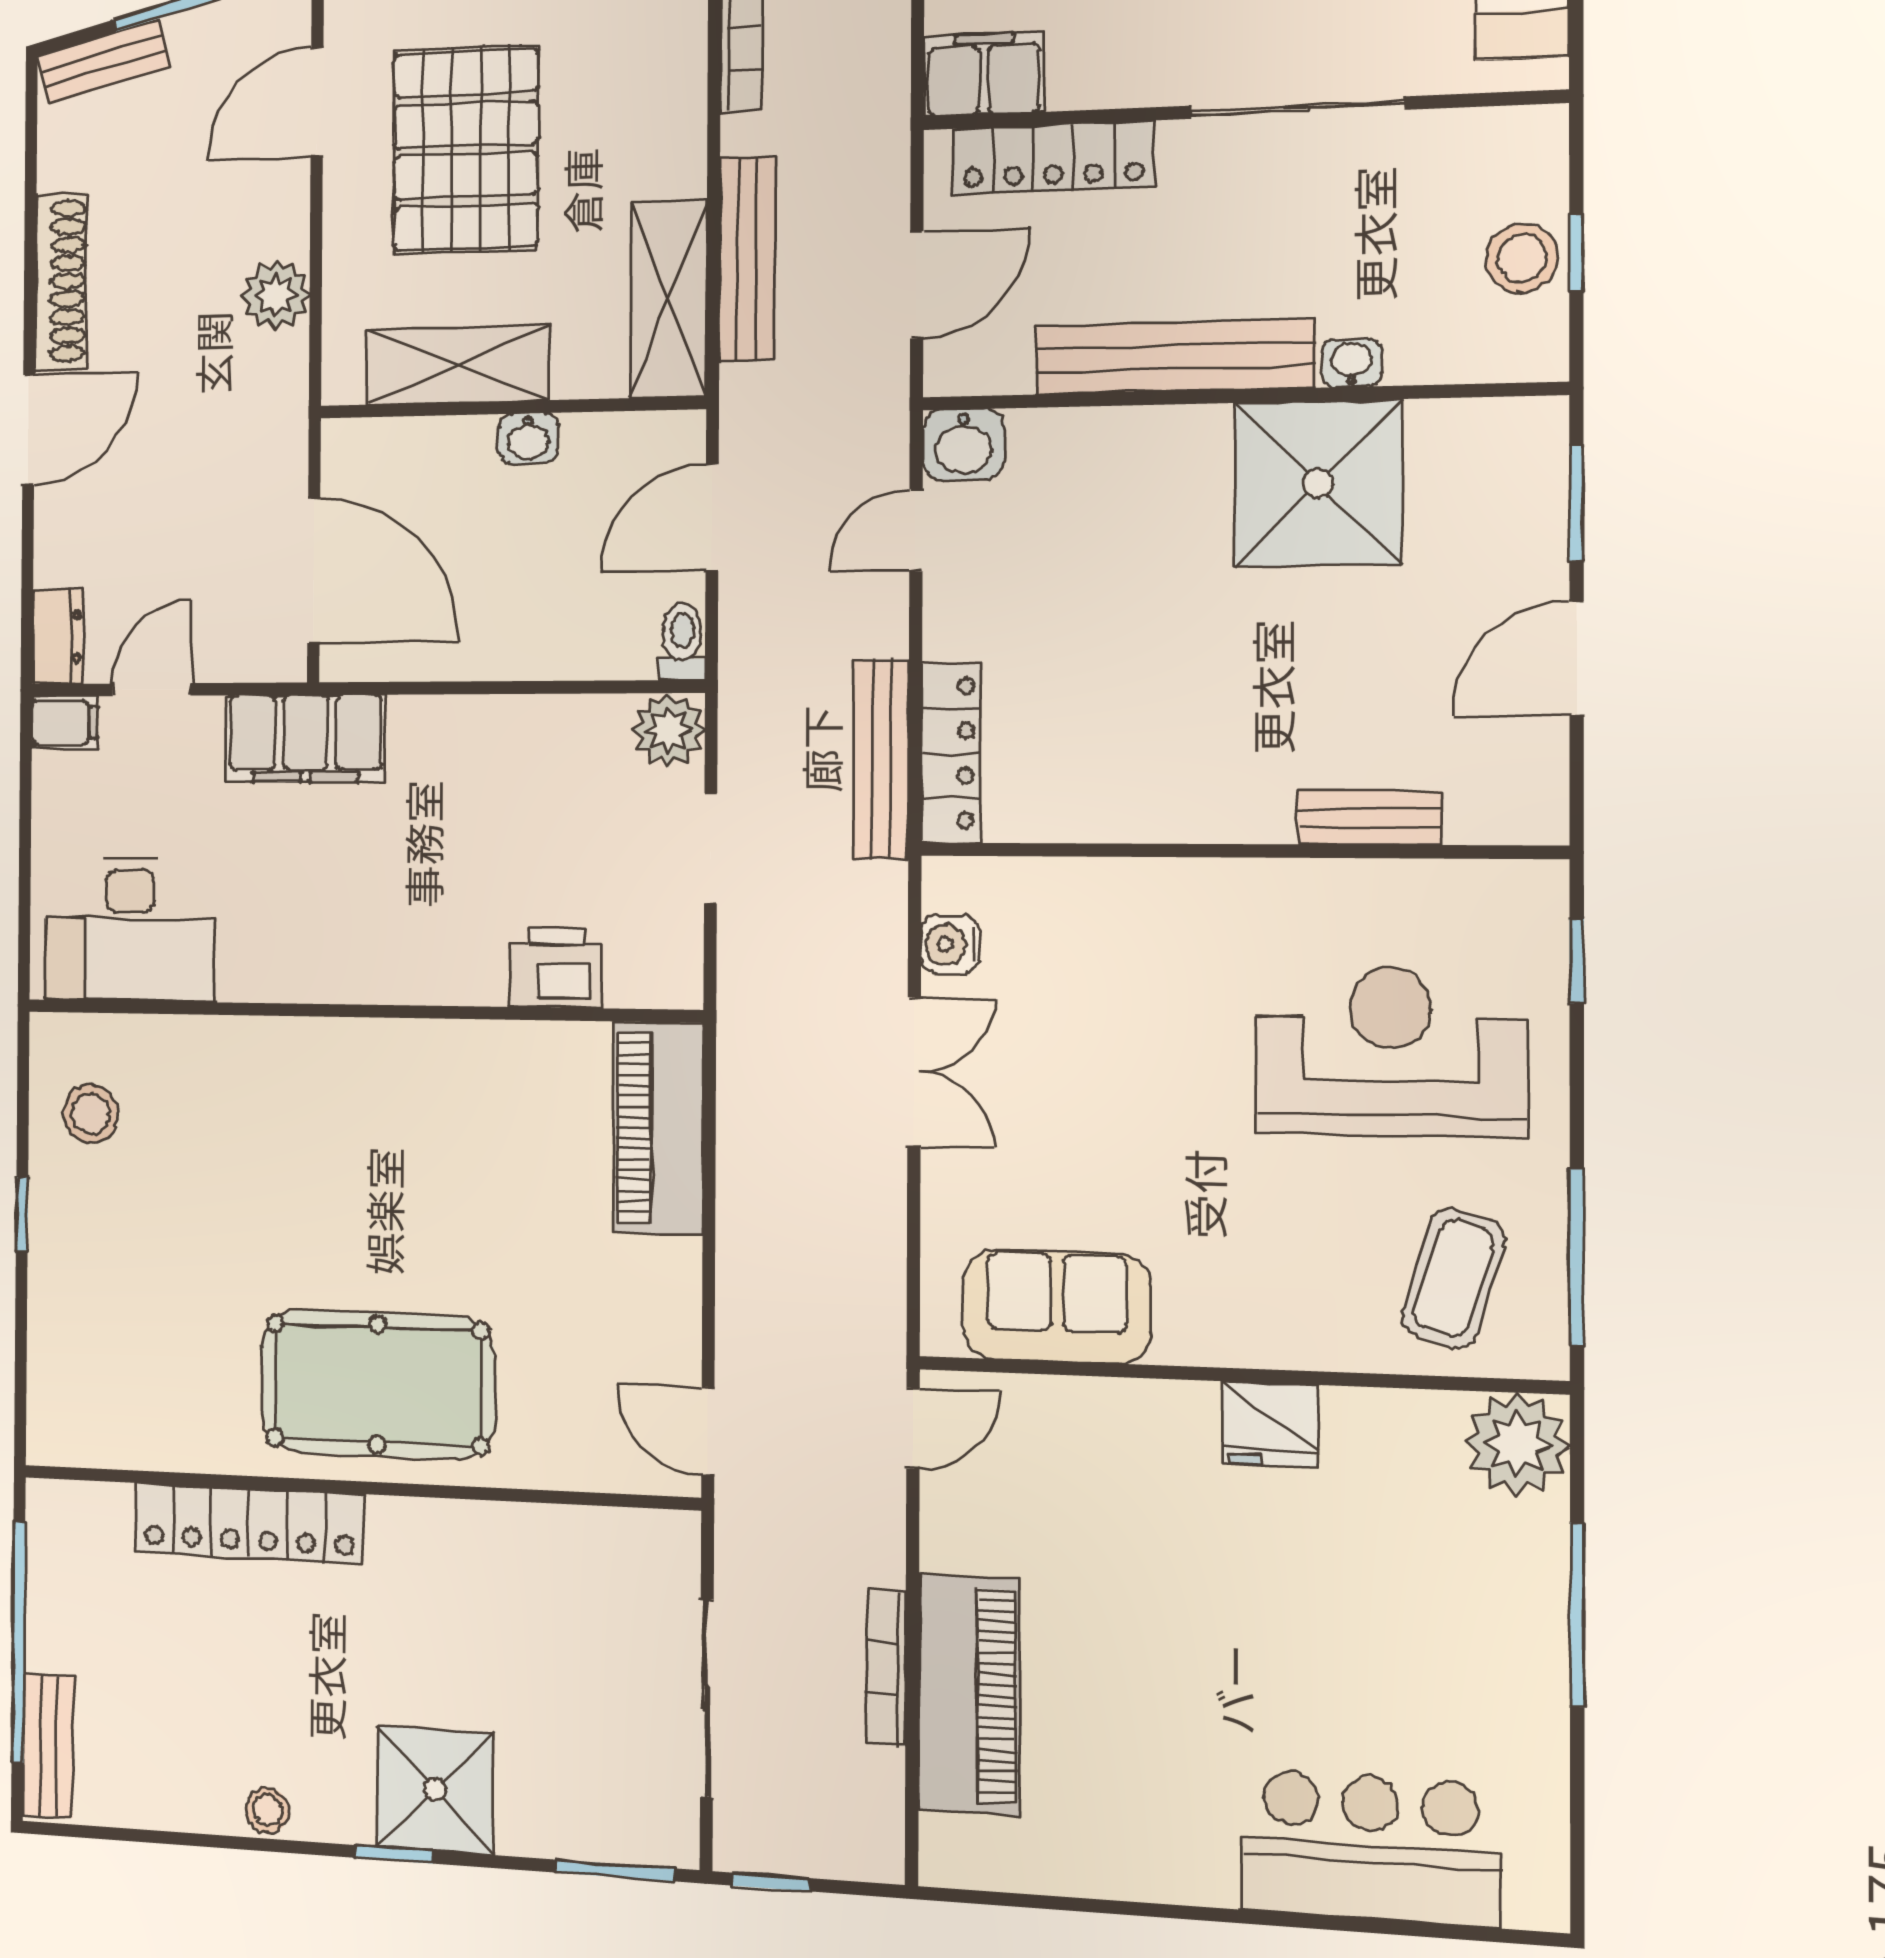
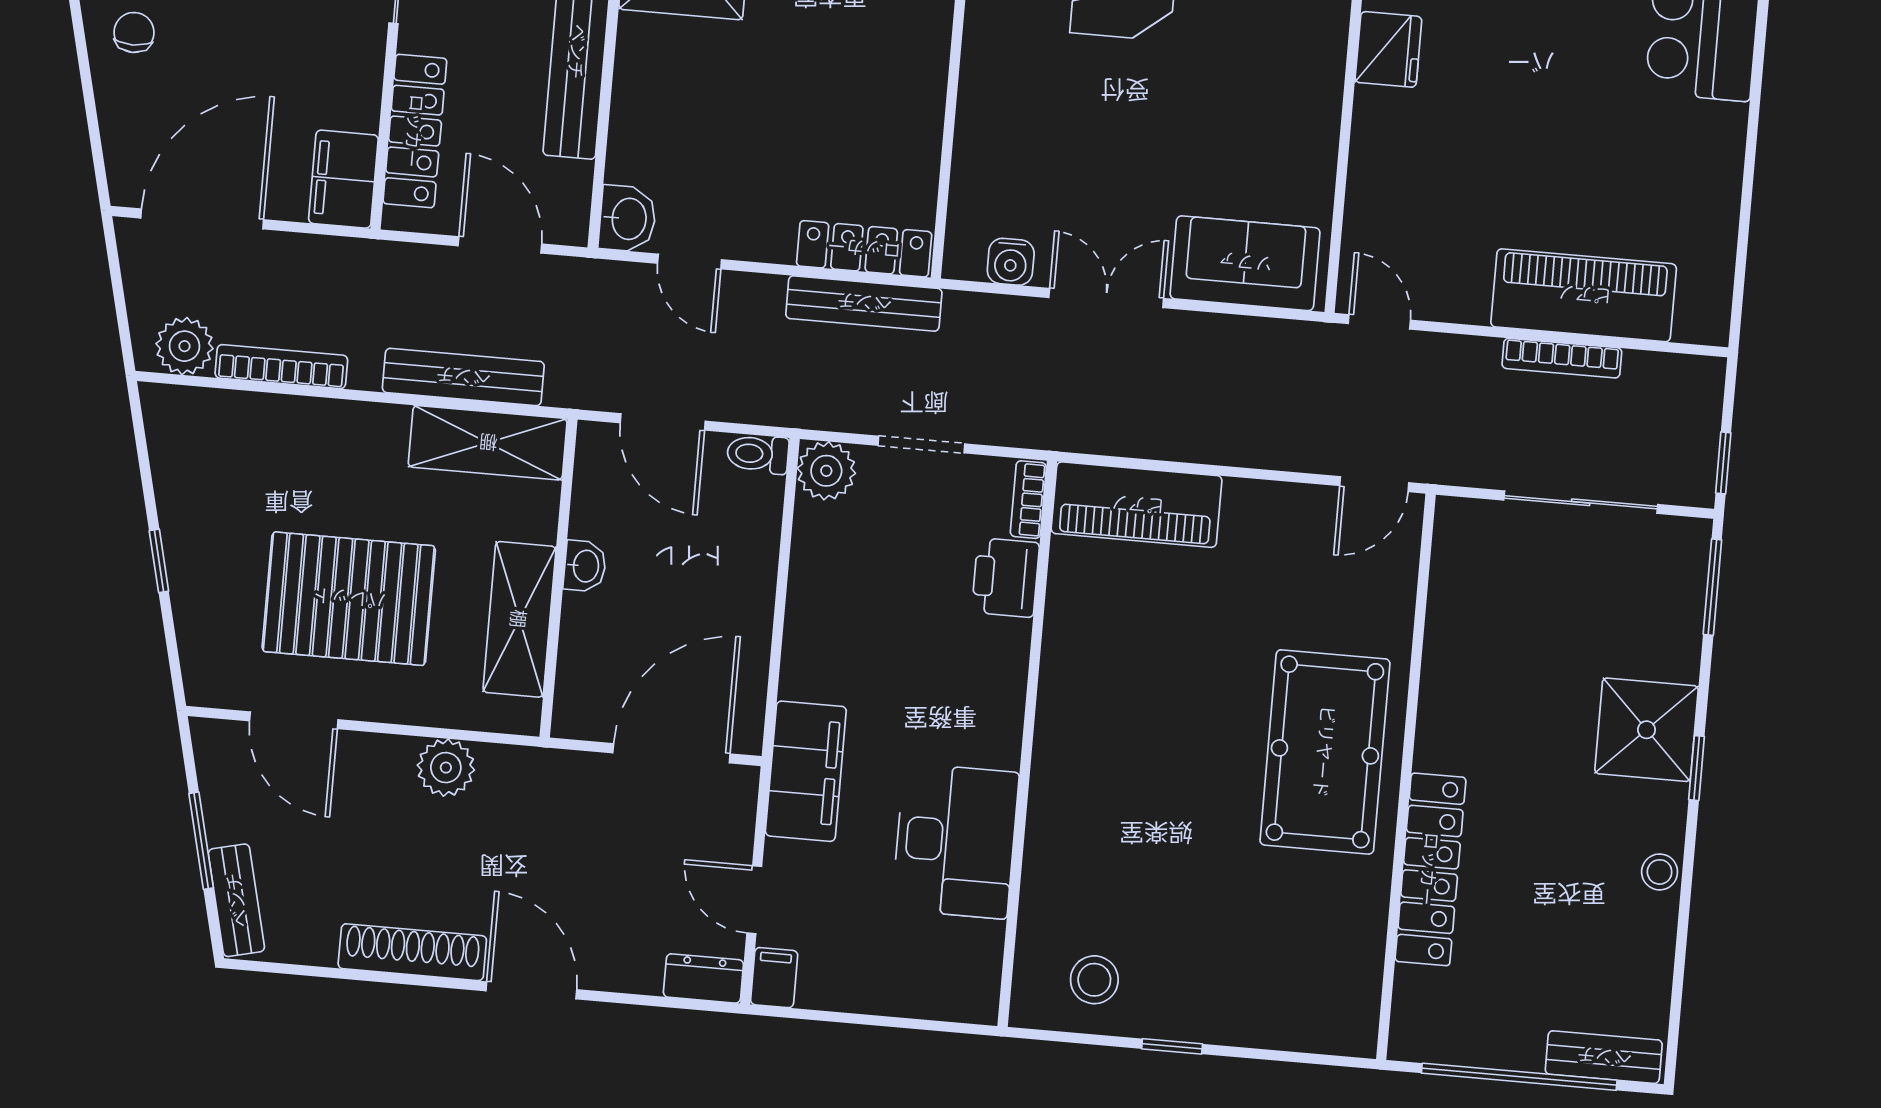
desk: (130, 930) -> (956, 841), moved
bookcase: (654, 990) -> (1028, 500), added
sofa: (1057, 1307) -> (1245, 263), moved, turned 90

